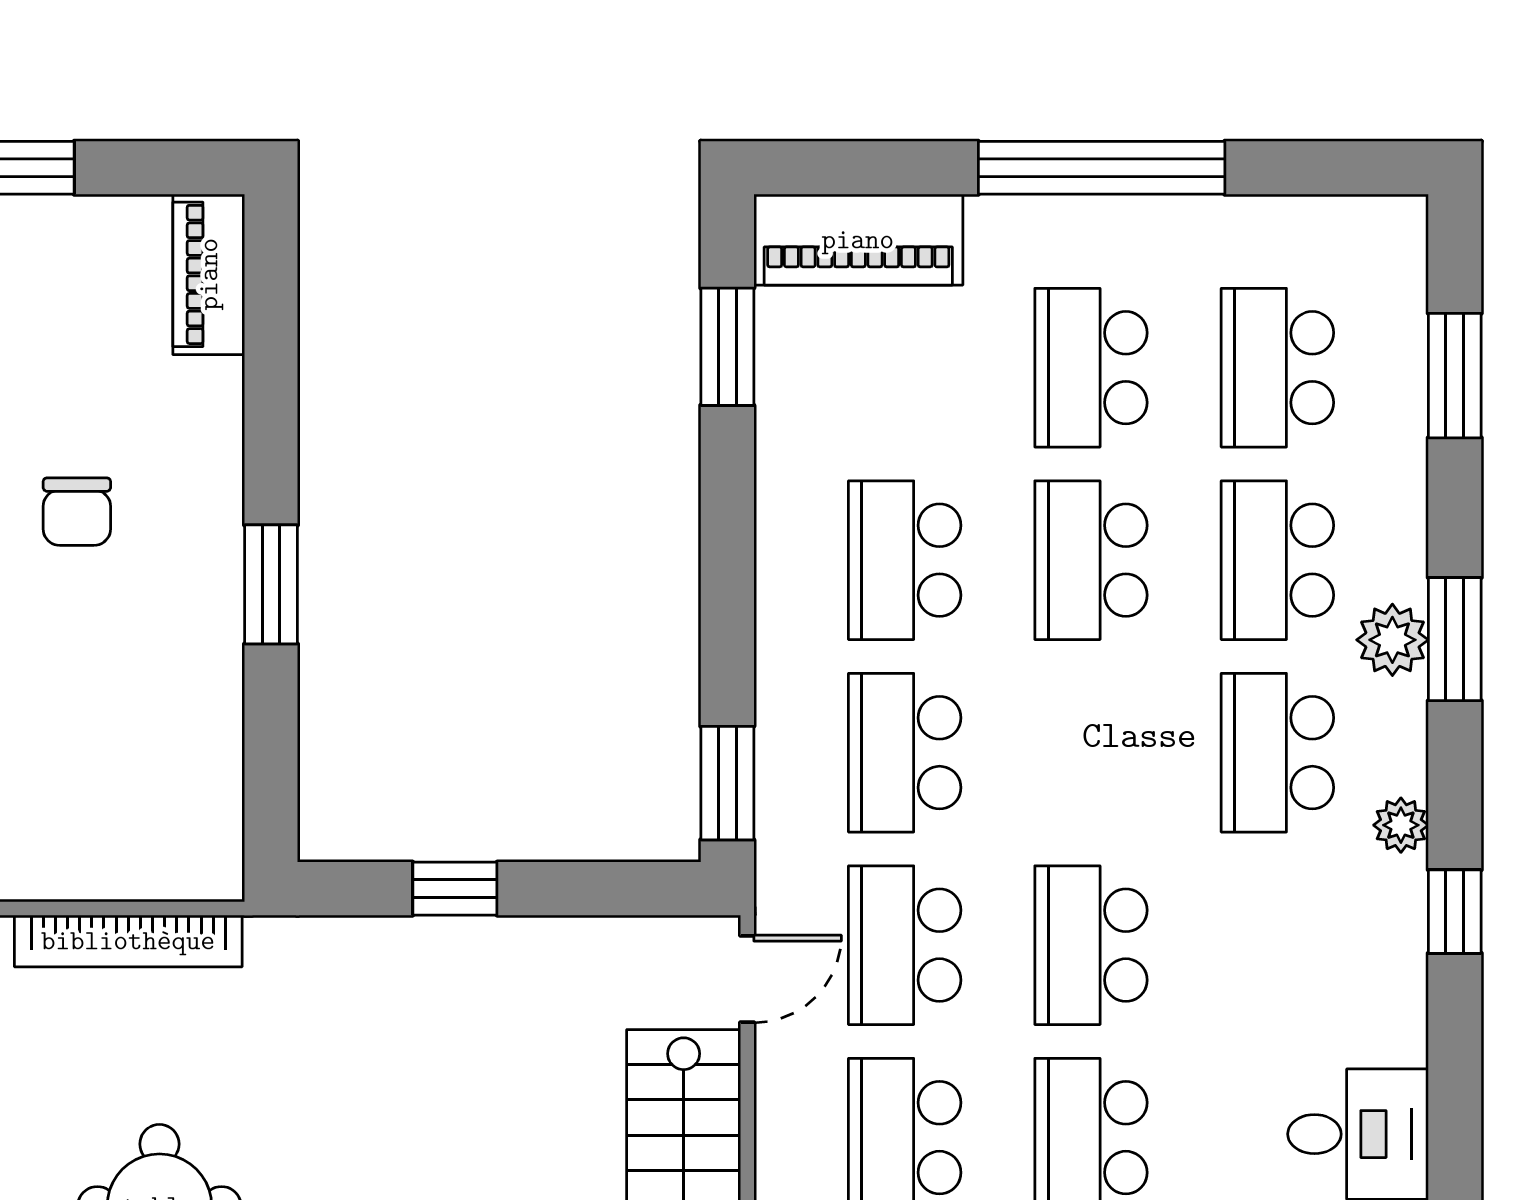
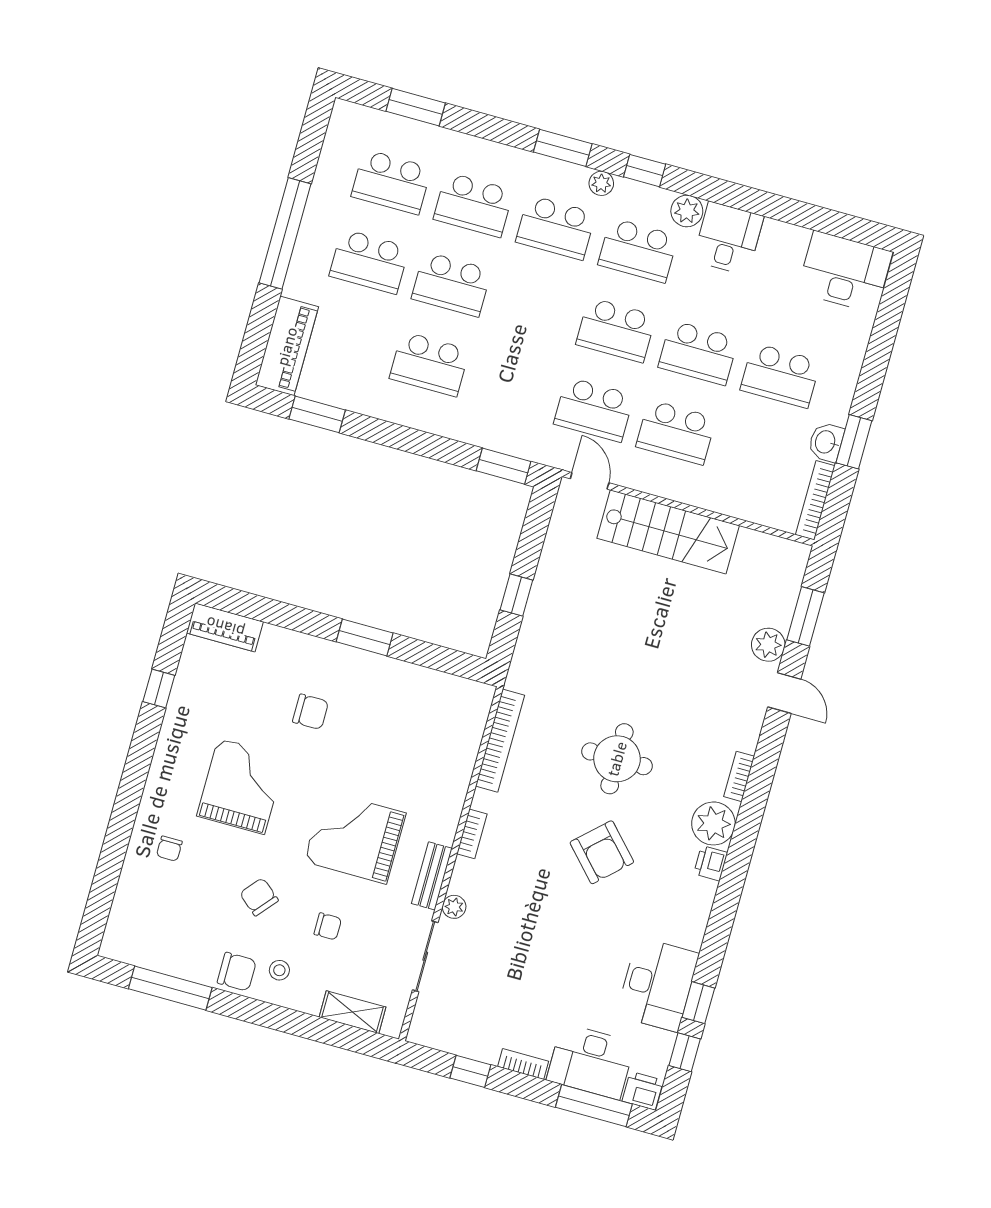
window: (1455, 639) -> (563, 148), moved
plant: (1392, 640) -> (687, 211), moved
school desk: (905, 753) -> (638, 250), moved

